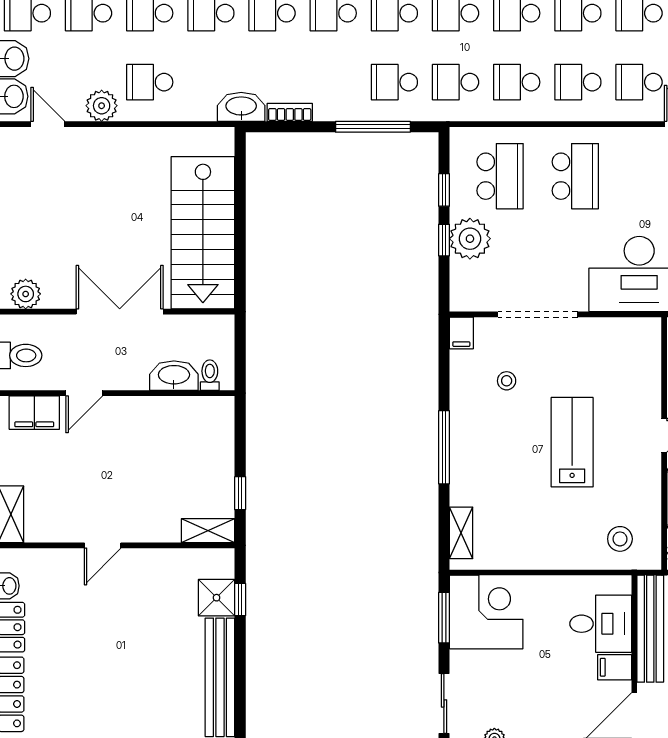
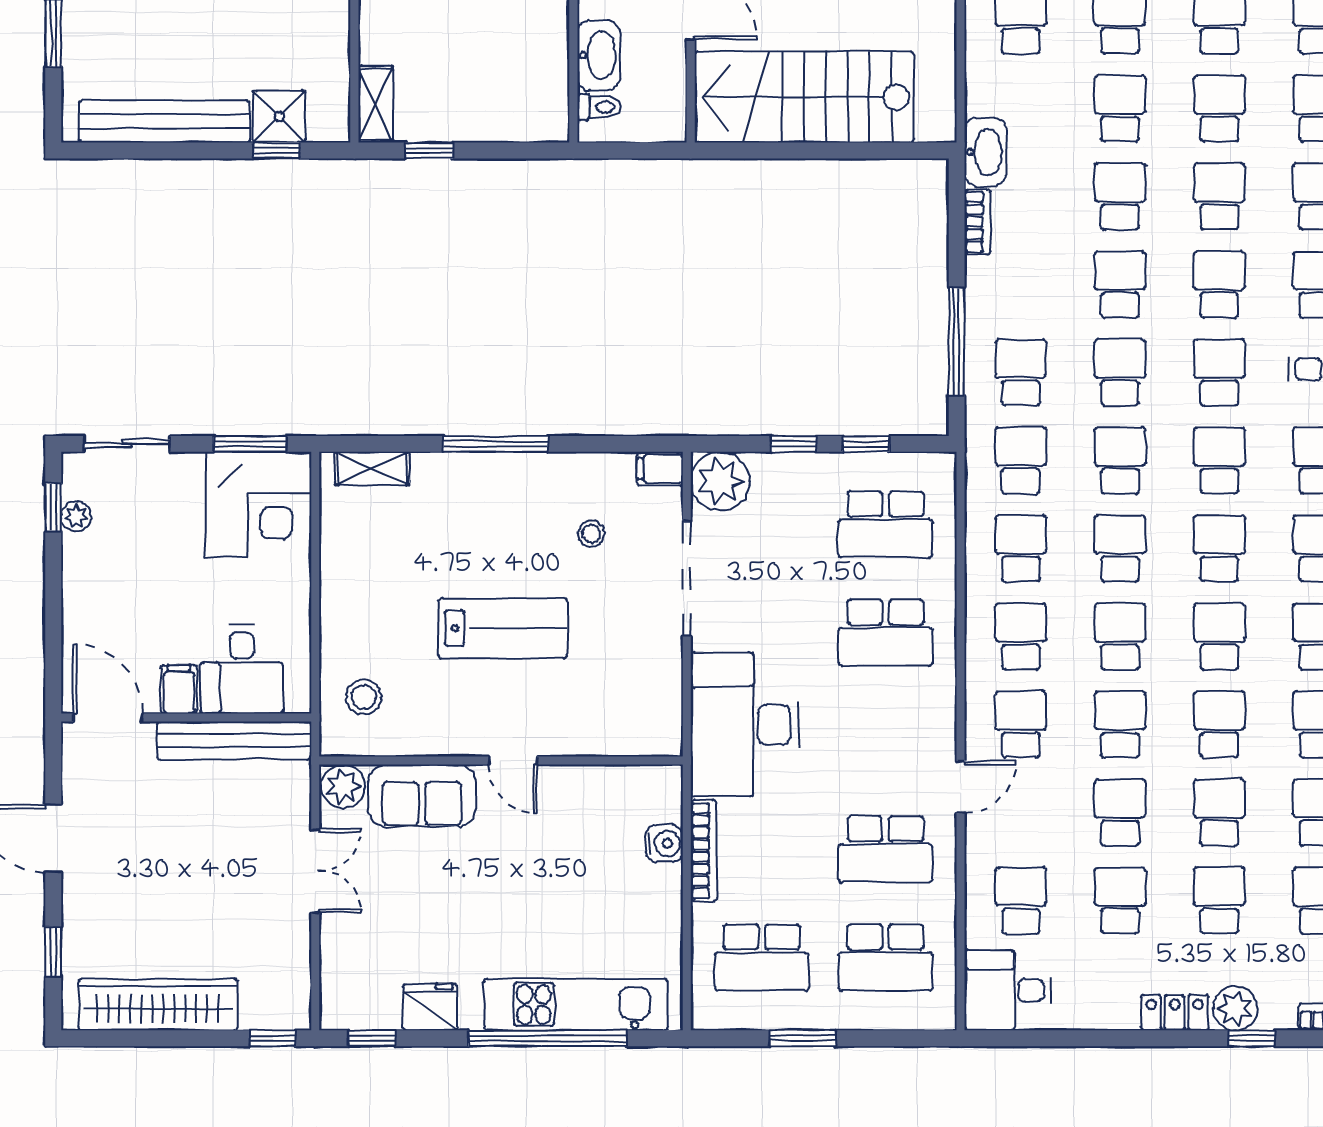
plant: (470, 239) -> (720, 481), moved

